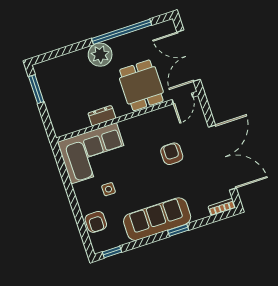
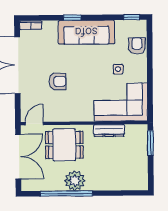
plant: (100, 55) -> (75, 181), moved
dining table: (141, 85) -> (64, 145), turned 90
window: (36, 89) -> (150, 143), moved
dresser: (102, 116) -> (109, 130), width x1.44
armchair: (172, 154) -> (57, 81), turned -90

